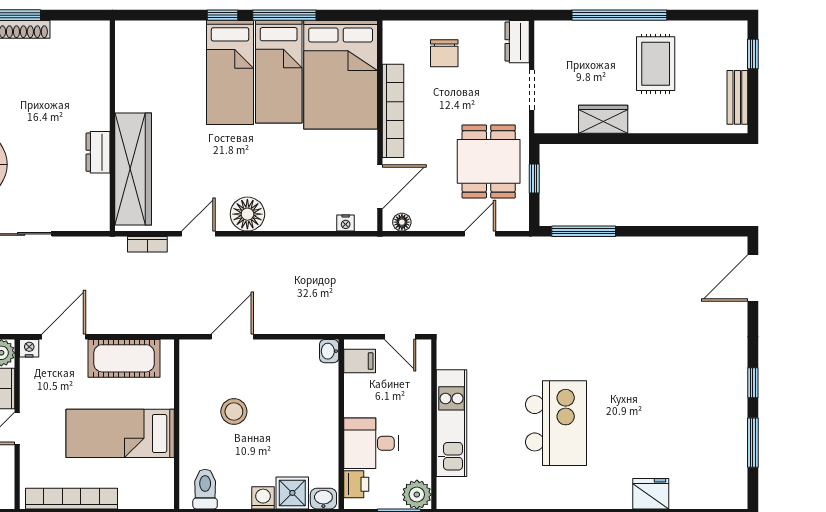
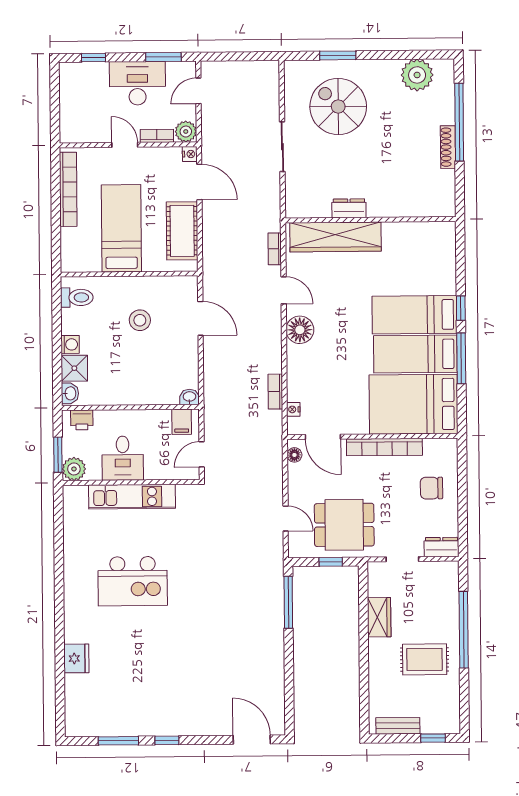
bookcase: (323, 245) -> (275, 392), added
desk: (371, 443) -> (123, 458), moved, turned 180

